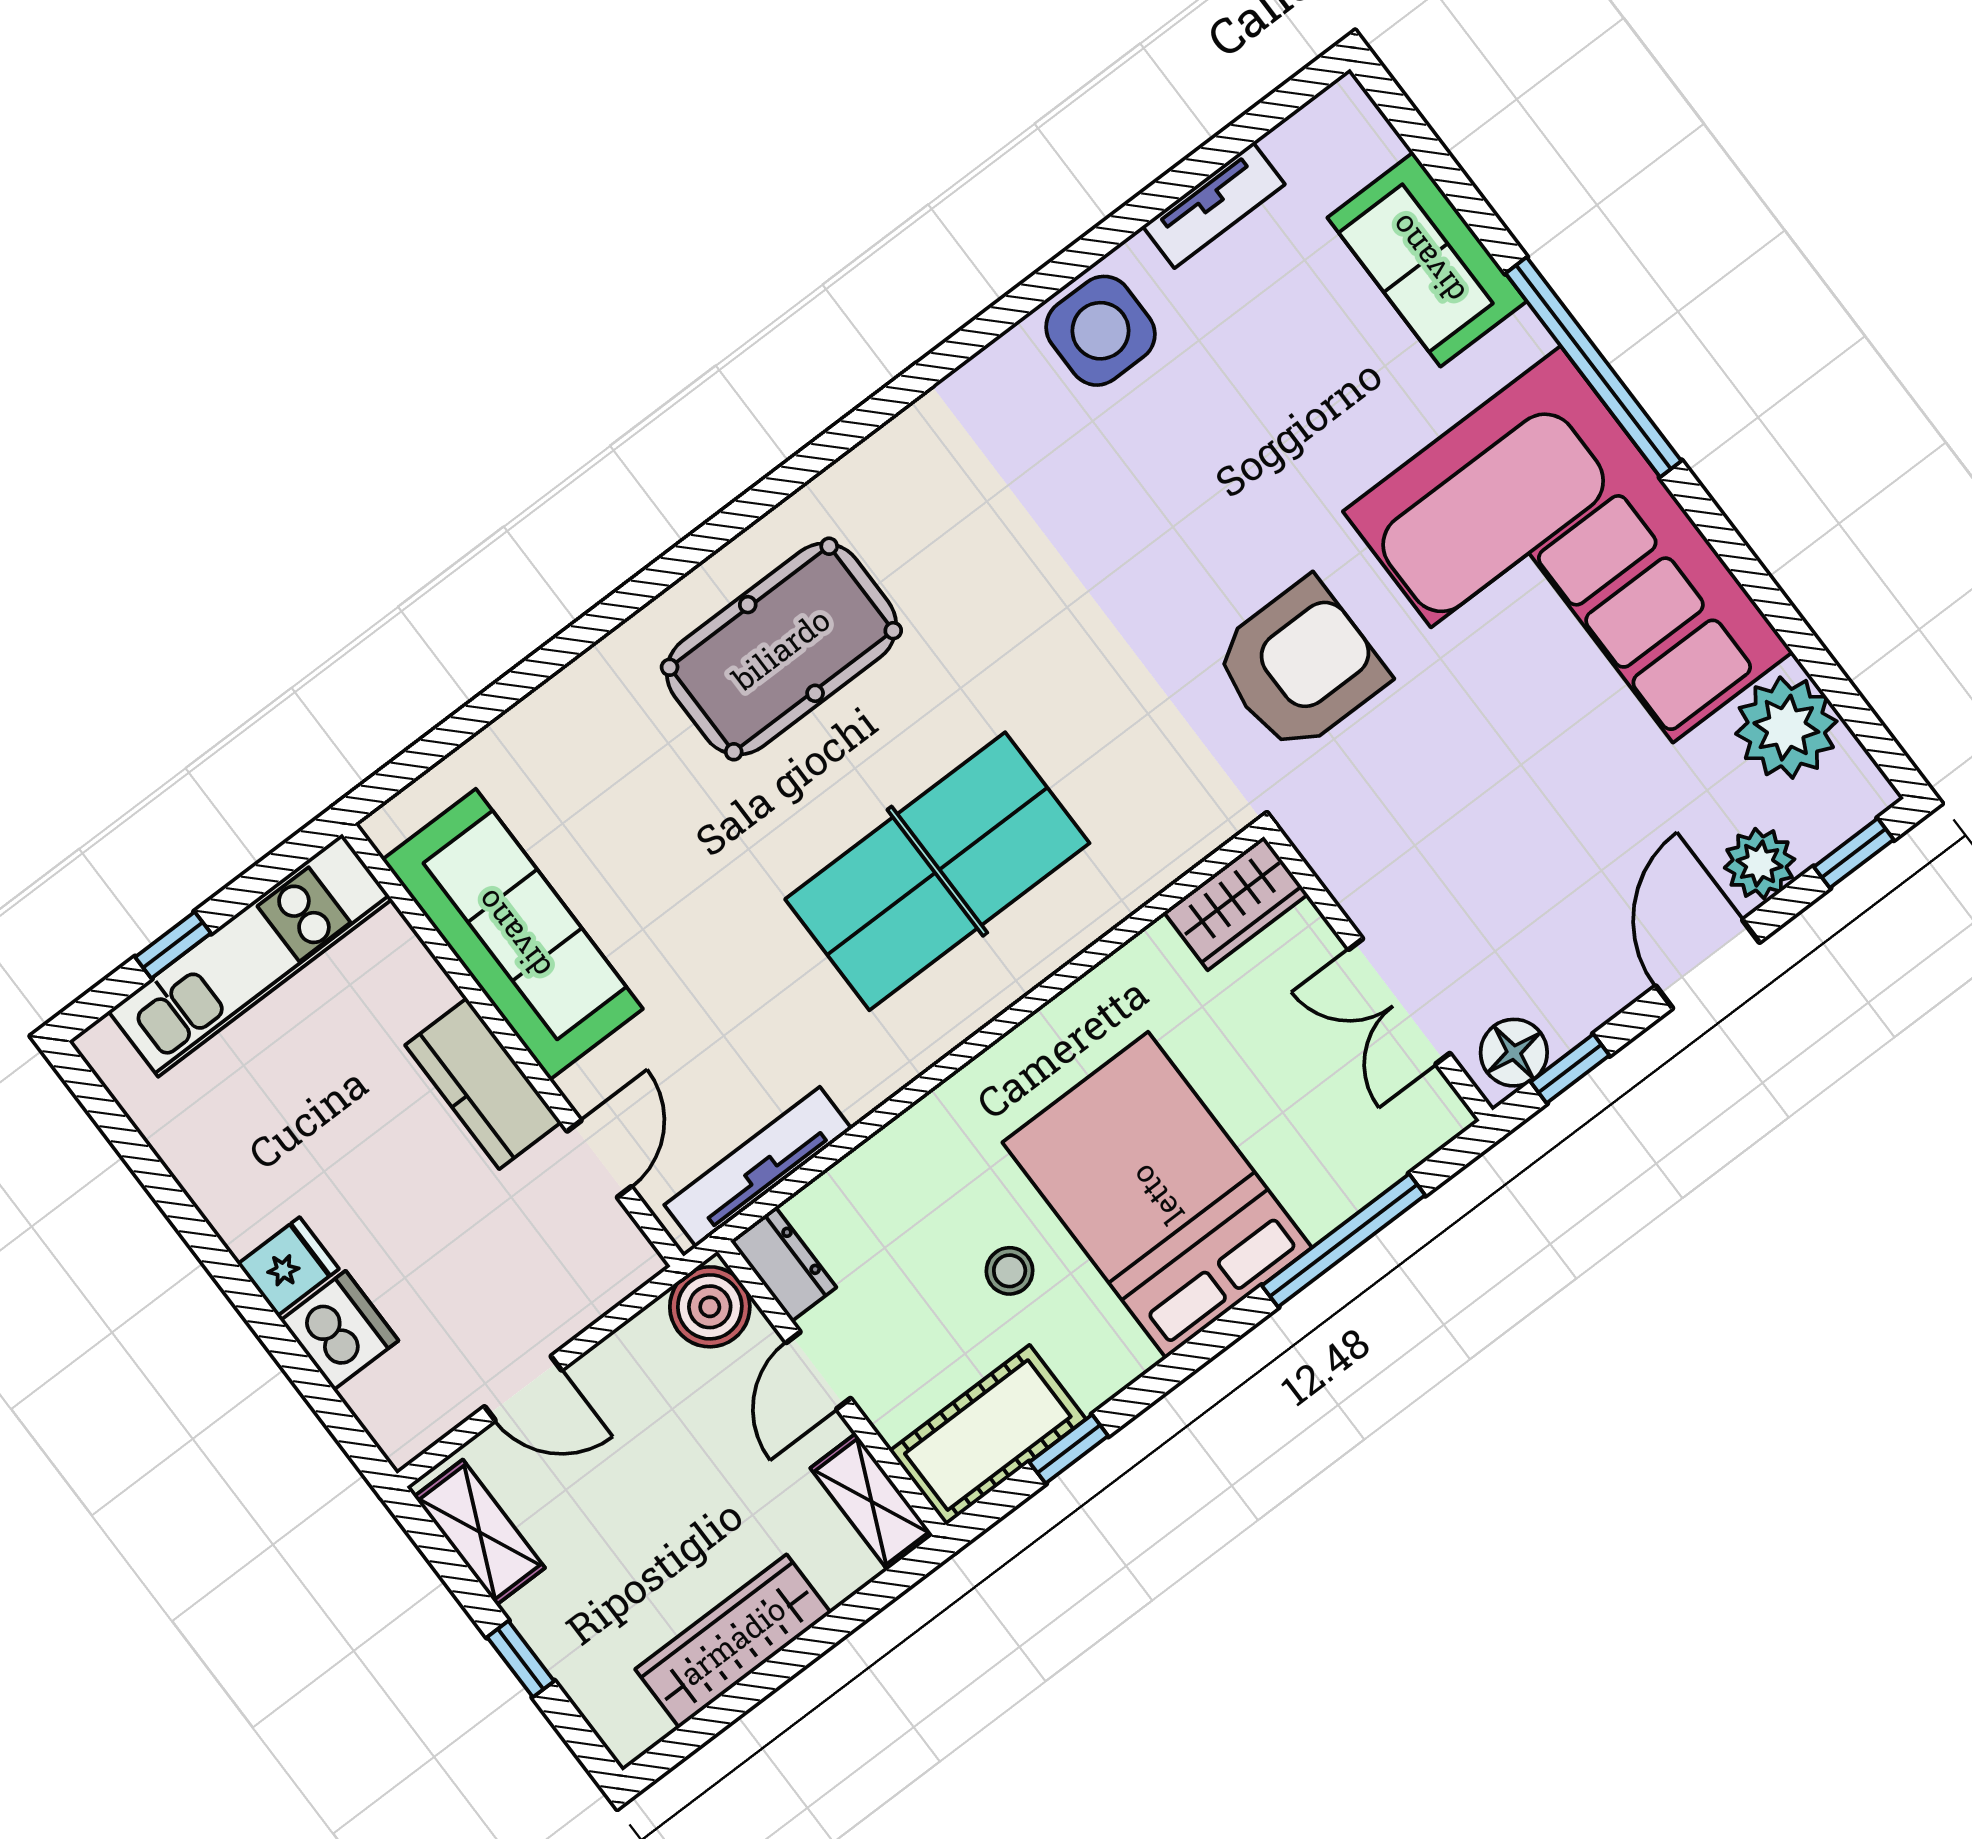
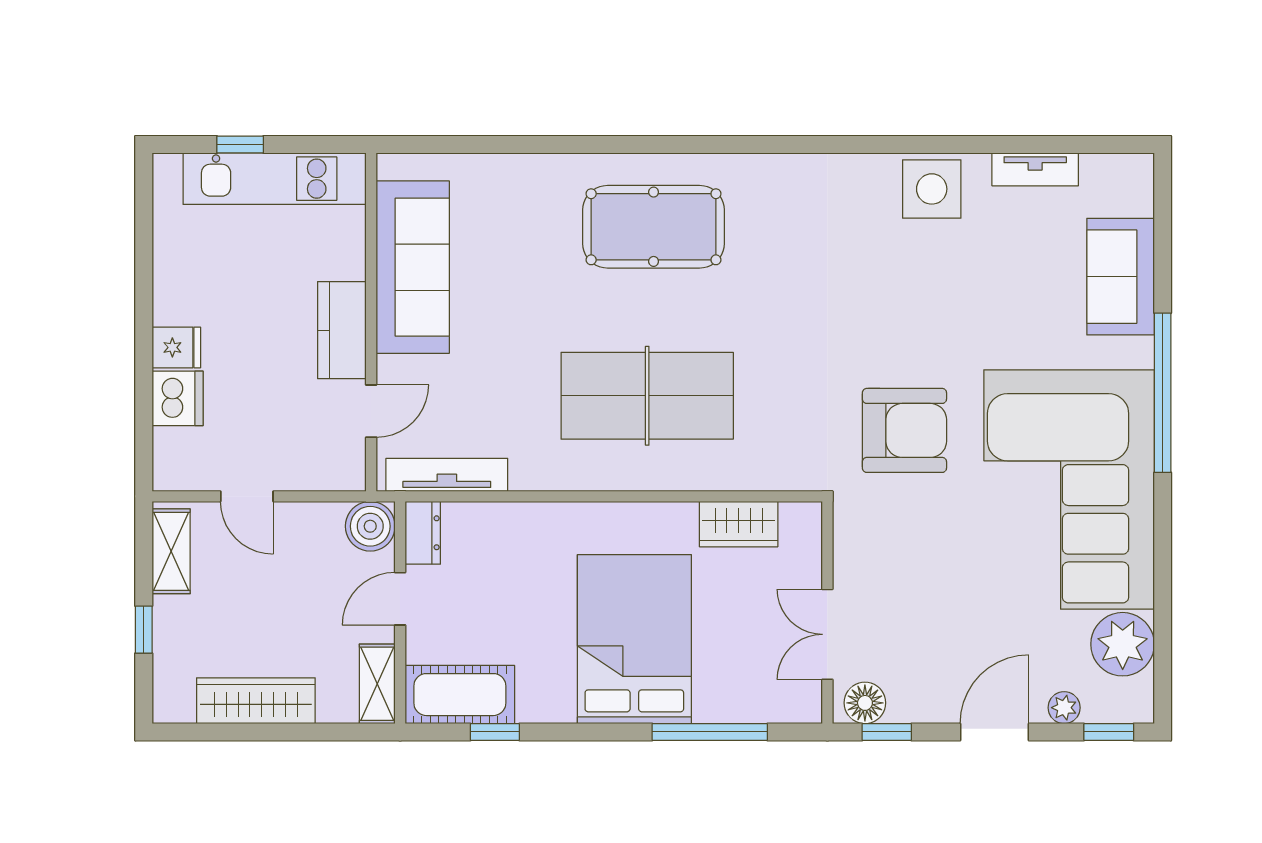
plant: (1760, 864) -> (1064, 708), width x0.73, depth x0.73
wardrobe: (1236, 903) -> (739, 524), moved
stool: (1010, 1271) -> (532, 621), removed

